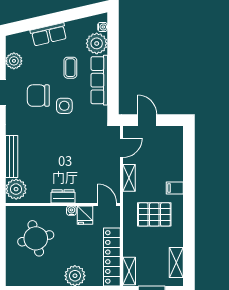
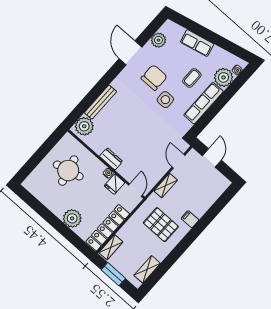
chair: (38, 96) -> (154, 77), turned 90
door: (122, 148) -> (178, 161), swing flipped

